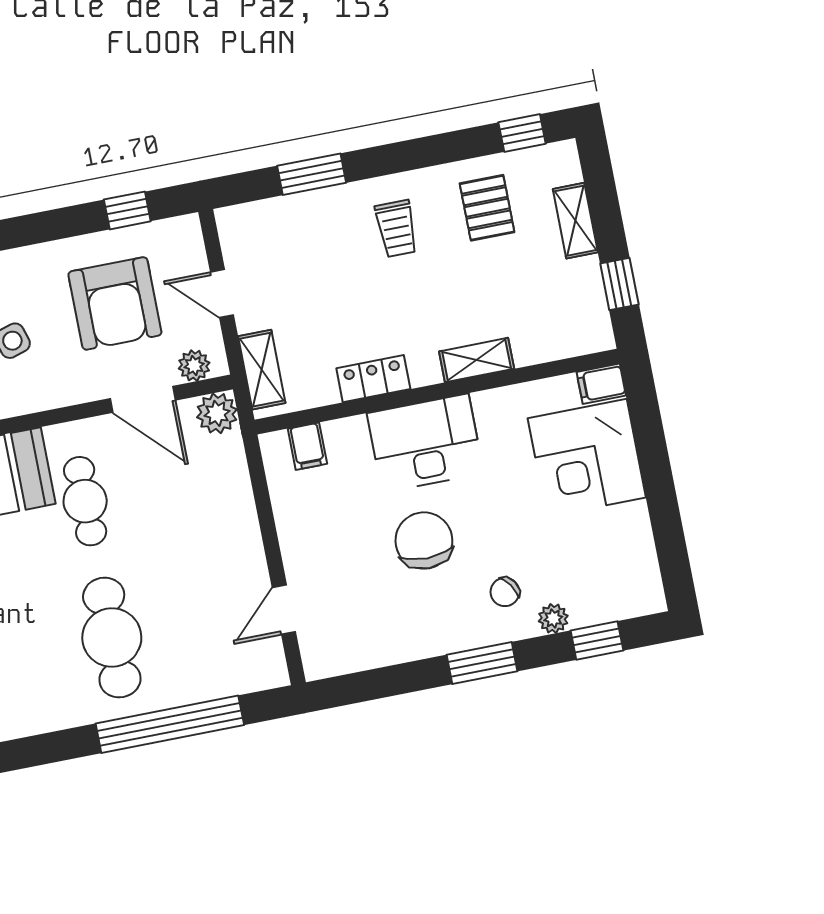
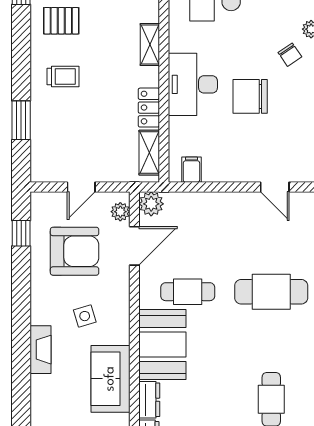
shelving: (262, 370) -> (149, 153), moved, turned 90
filing cabinet: (307, 446) -> (191, 170), moved, turned -90

